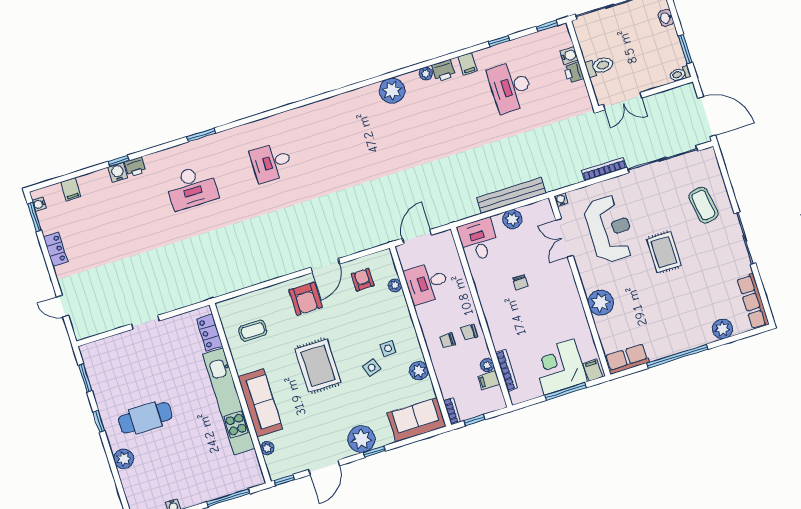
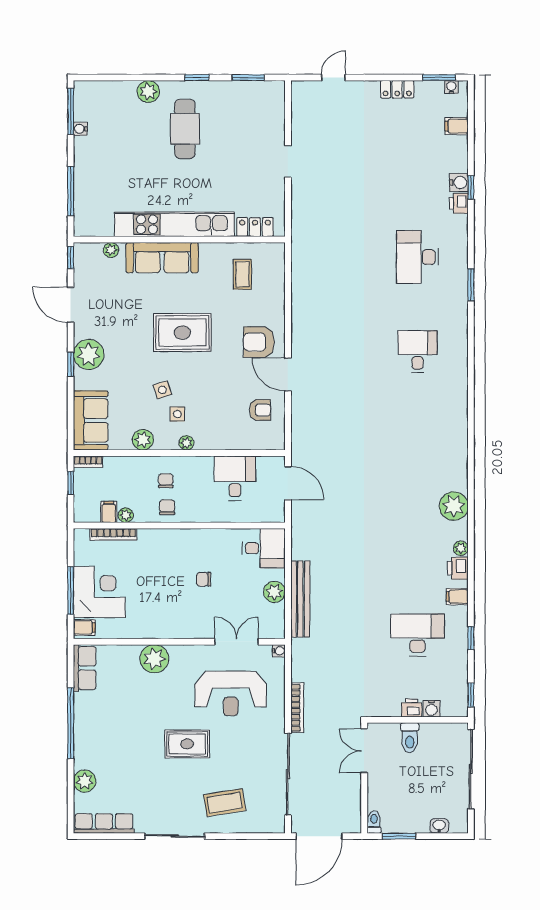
plant: (395, 285) -> (186, 443), moved

